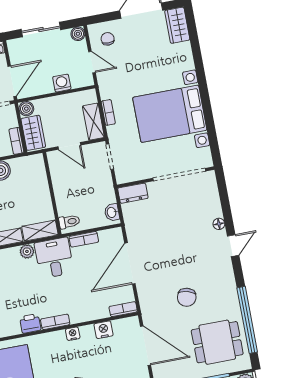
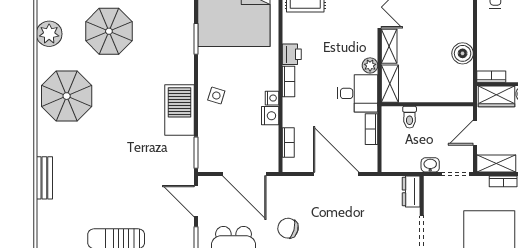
washbasin: (112, 212) -> (430, 165), moved
toilet: (69, 222) -> (410, 117), moved
bookcase: (123, 309) -> (288, 142), moved
nightstand: (104, 330) -> (270, 116), moved
door: (146, 346) -> (244, 174), hinge flipped

